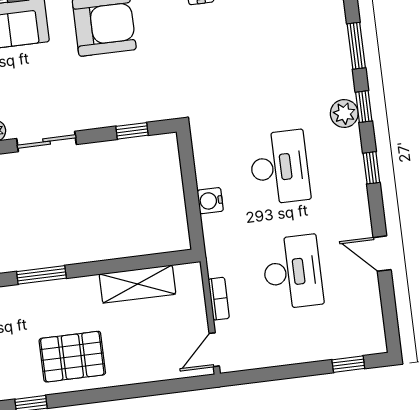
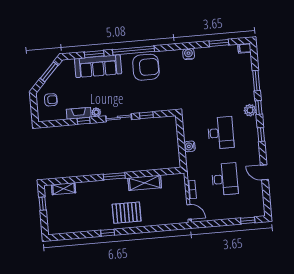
window: (132, 131) -> (146, 115), moved
shelving: (137, 284) -> (145, 183), moved
door: (214, 350) -> (189, 212), swing flipped

